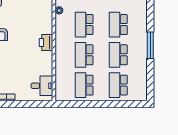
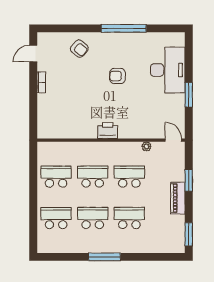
desk: (42, 86) -> (55, 126), removed

